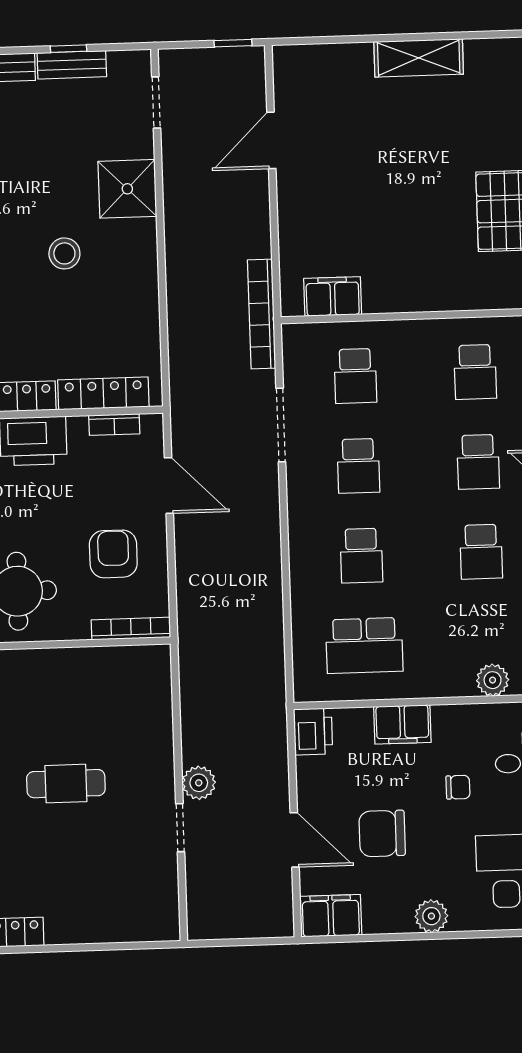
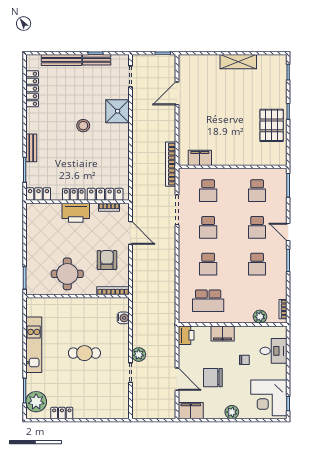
stool: (64, 253) -> (83, 126), moved
water cooler: (158, 694) -> (123, 318), added

